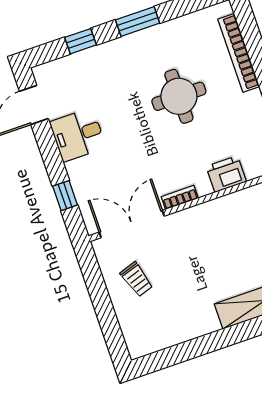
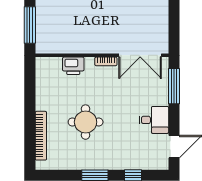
window: (65, 196) -> (174, 86), width x2.17
trolley: (137, 279) -> (149, 21), removed

